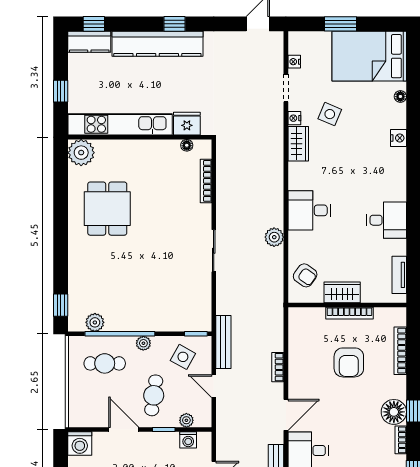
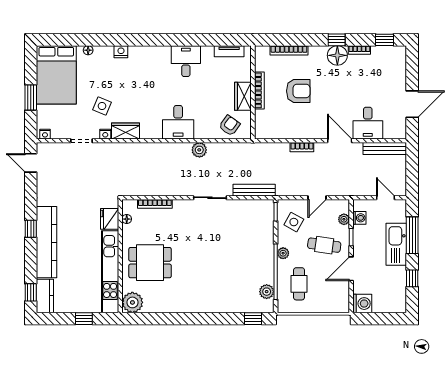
nightstand: (294, 62) -> (45, 134), moved
dining table: (107, 209) -> (150, 263), moved
bench: (223, 342) -> (254, 190), moved

